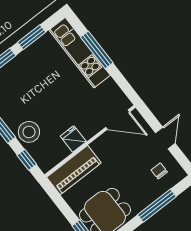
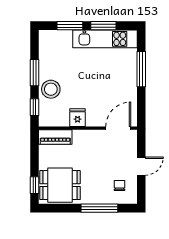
kitchen unit: (80, 53) -> (105, 39), moved, turned -90
door: (118, 120) -> (118, 128), swing flipped
piano: (74, 170) -> (55, 137), width x0.73, depth x0.75

